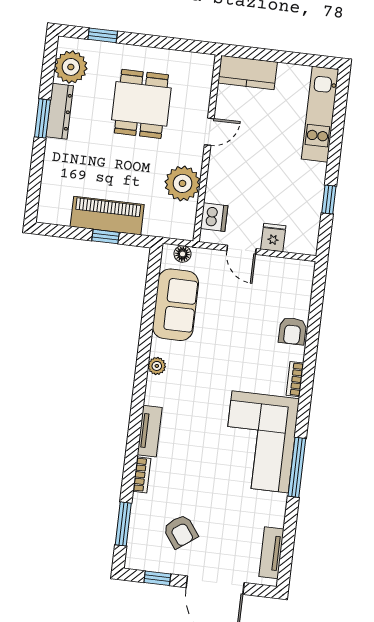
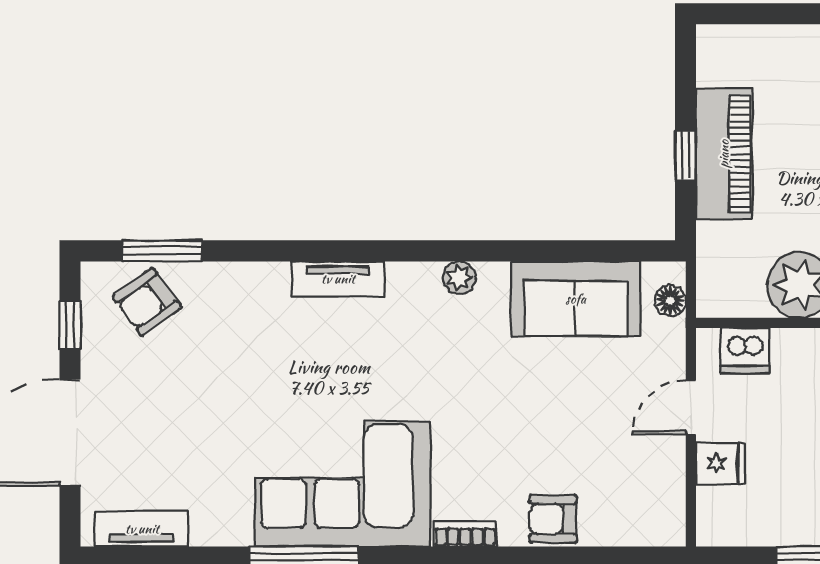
bookcase: (142, 475) -> (256, 274), removed
armchair: (180, 531) -> (147, 302), moved

